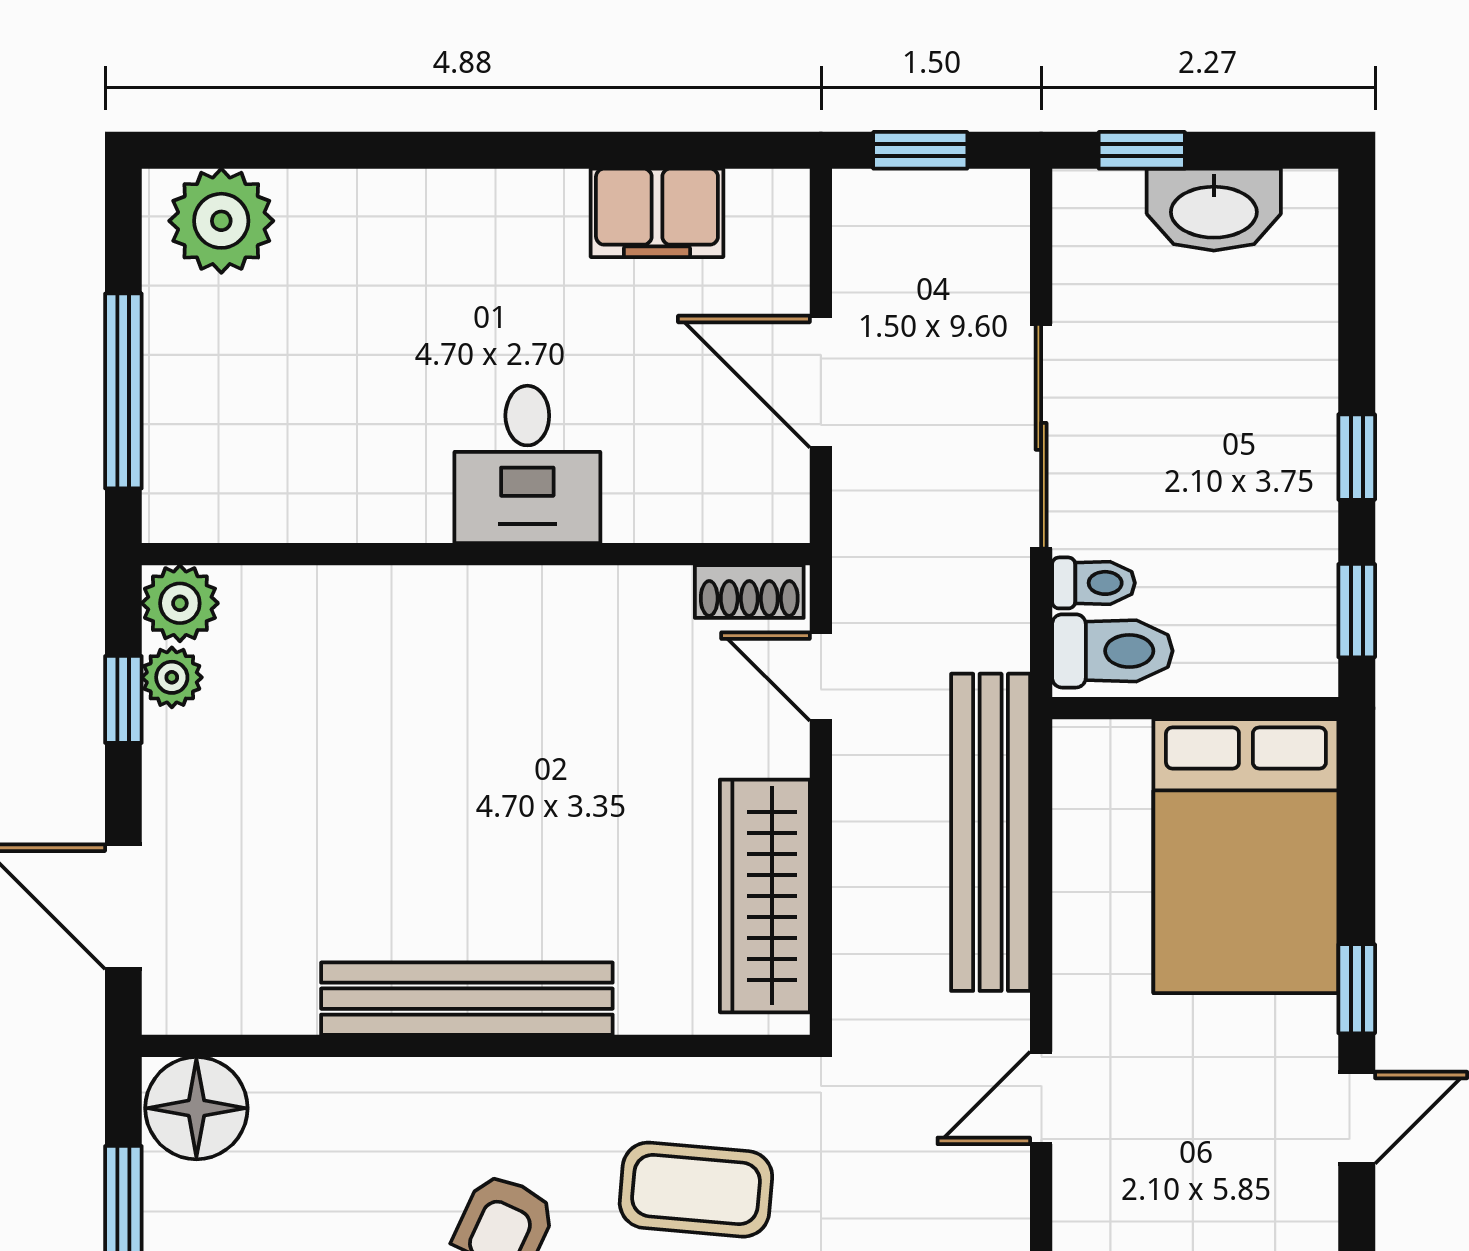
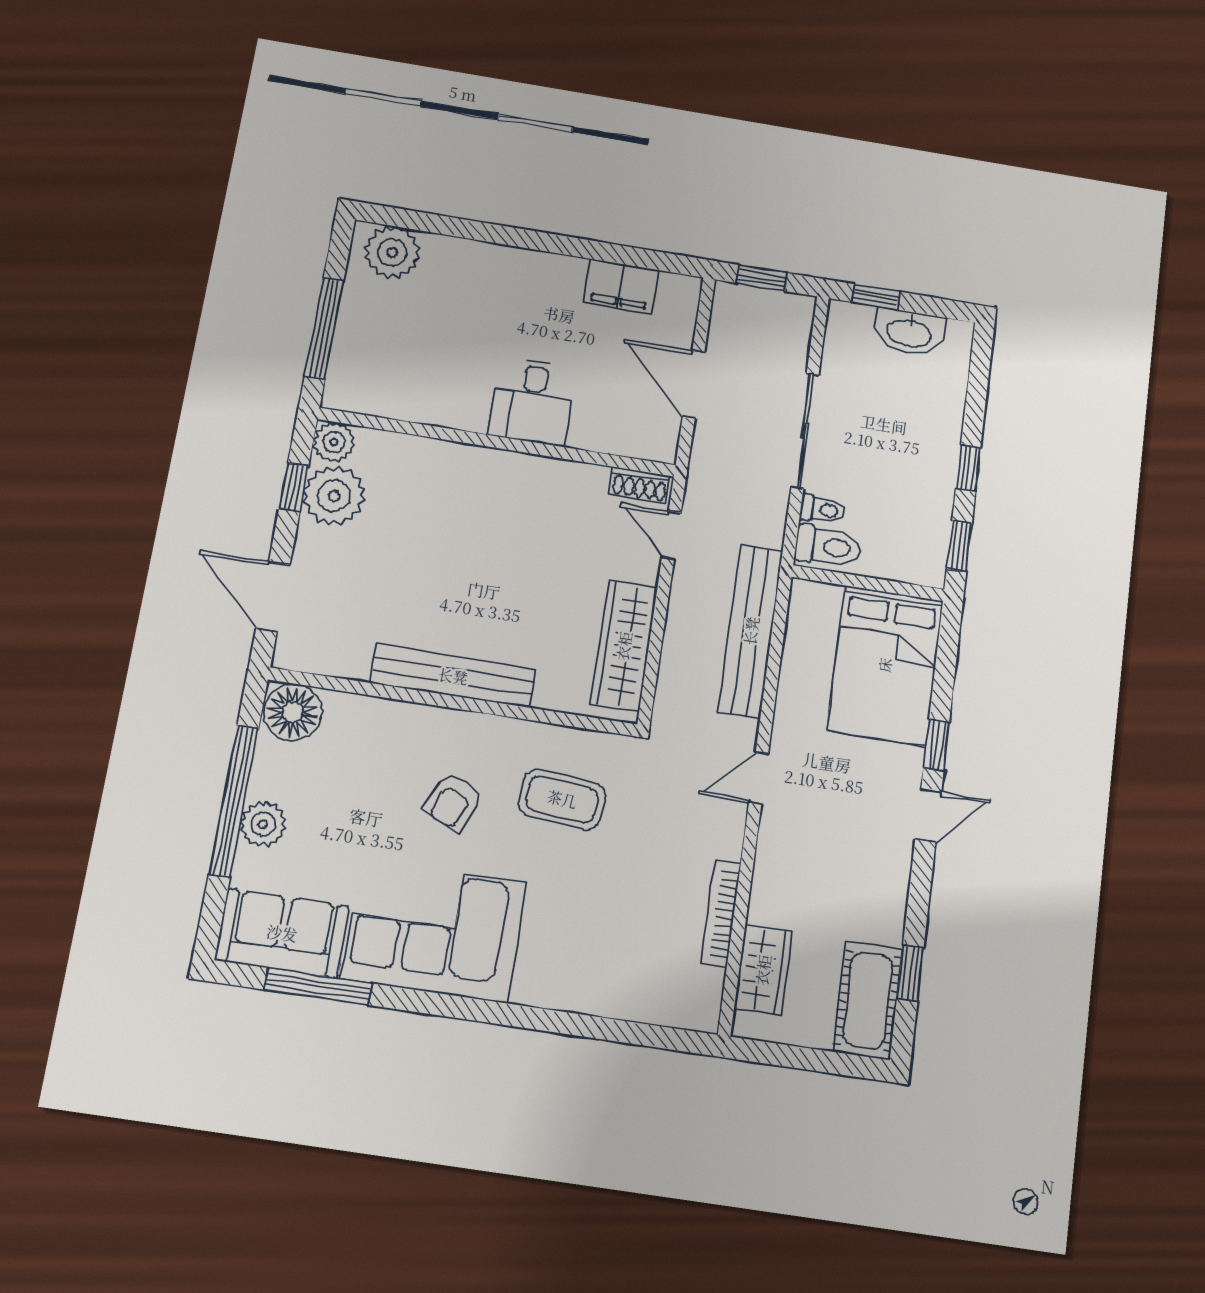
plant: (172, 677) -> (334, 496), width x1.87, depth x1.87

